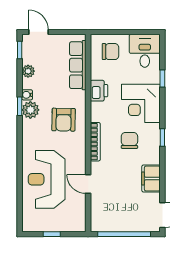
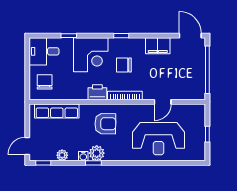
printer: (99, 91) -> (97, 92), moved

